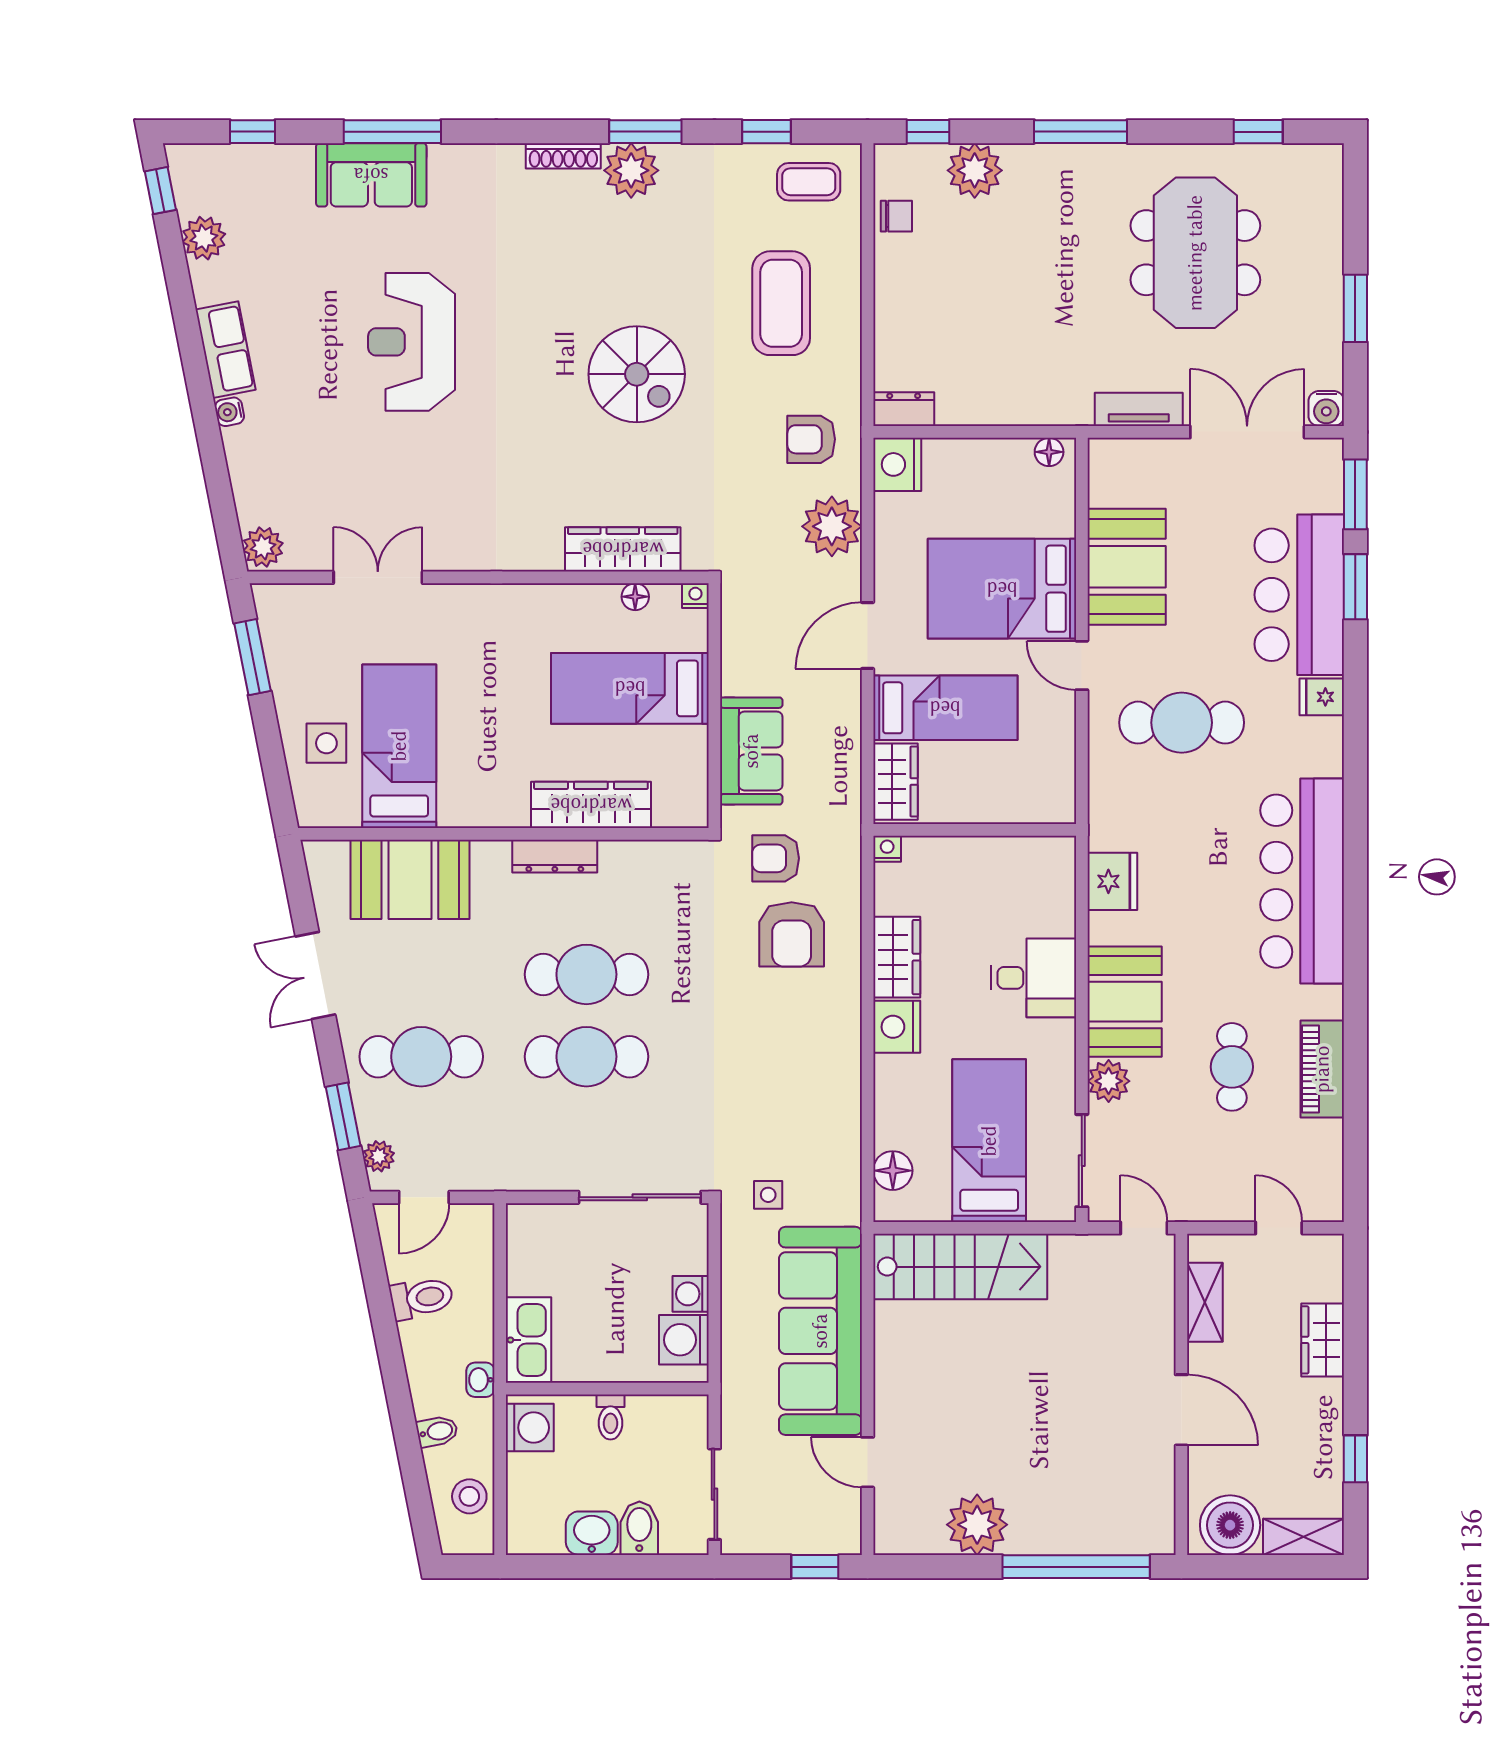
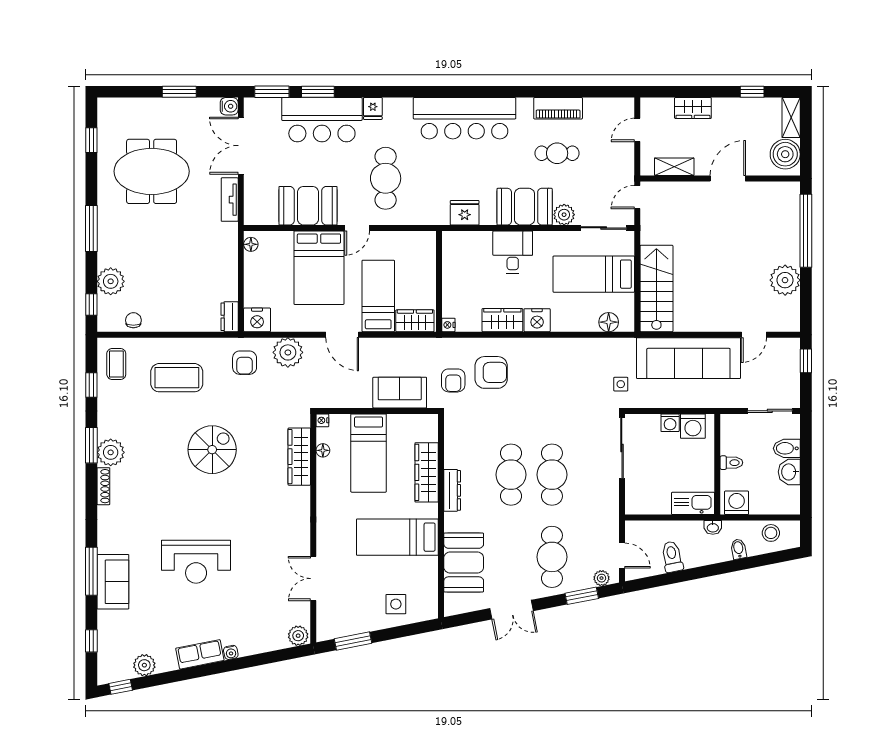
bed: (399, 746) -> (397, 537), moved

